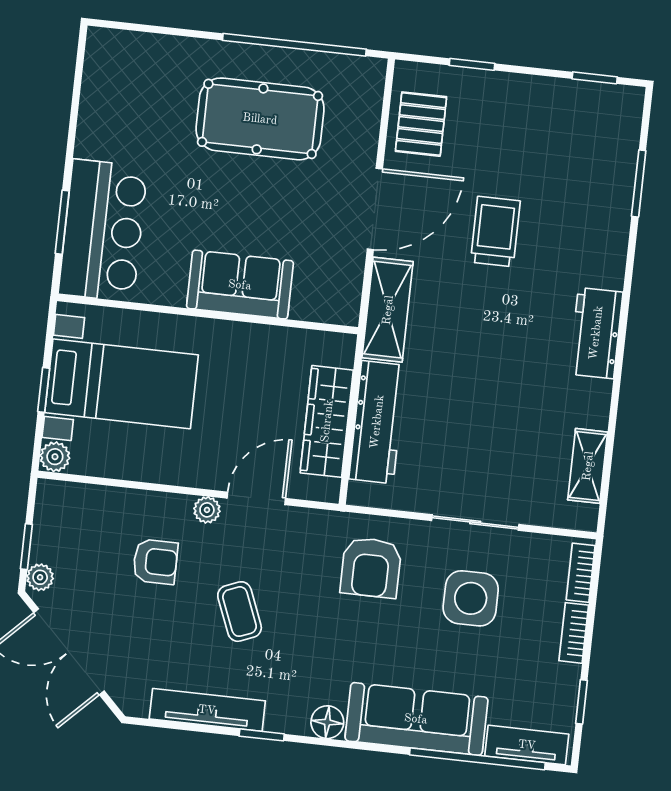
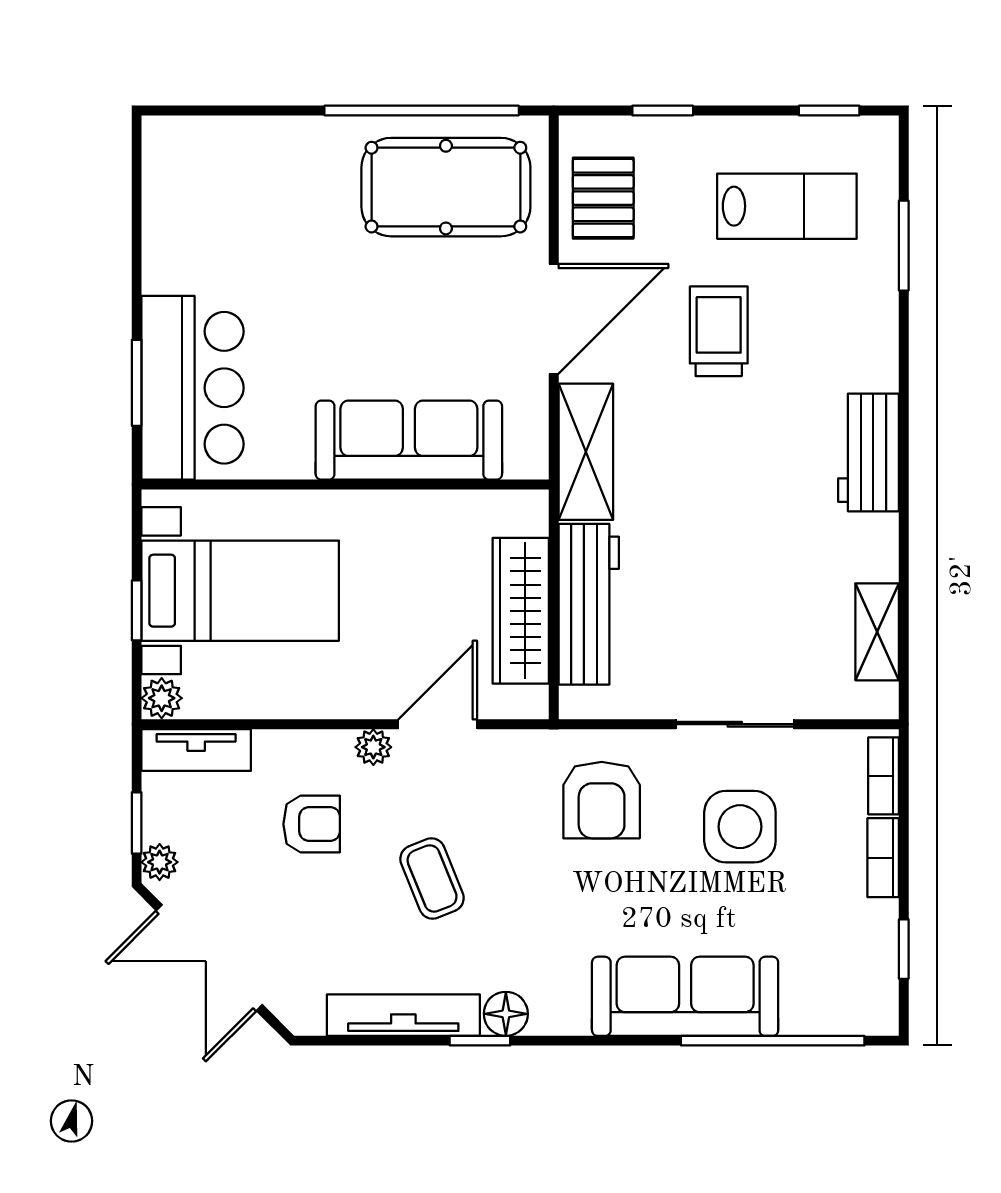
pool table: (260, 119) -> (446, 187), moved
lab bench: (556, 145) -> (787, 206), added
sofa: (240, 285) -> (409, 440), width x1.36
floor lamp: (327, 722) -> (506, 1014), moved
tv unit: (527, 745) -> (196, 750), moved, turned 180

